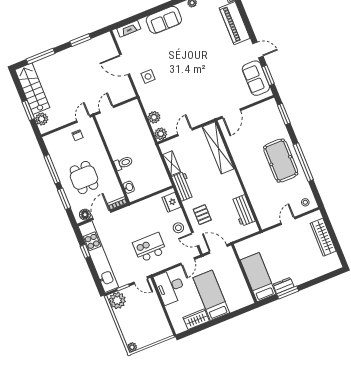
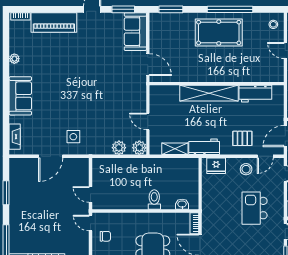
sofa: (256, 78) -> (135, 32), moved, turned 90
shelving: (218, 148) -> (209, 93), moved

